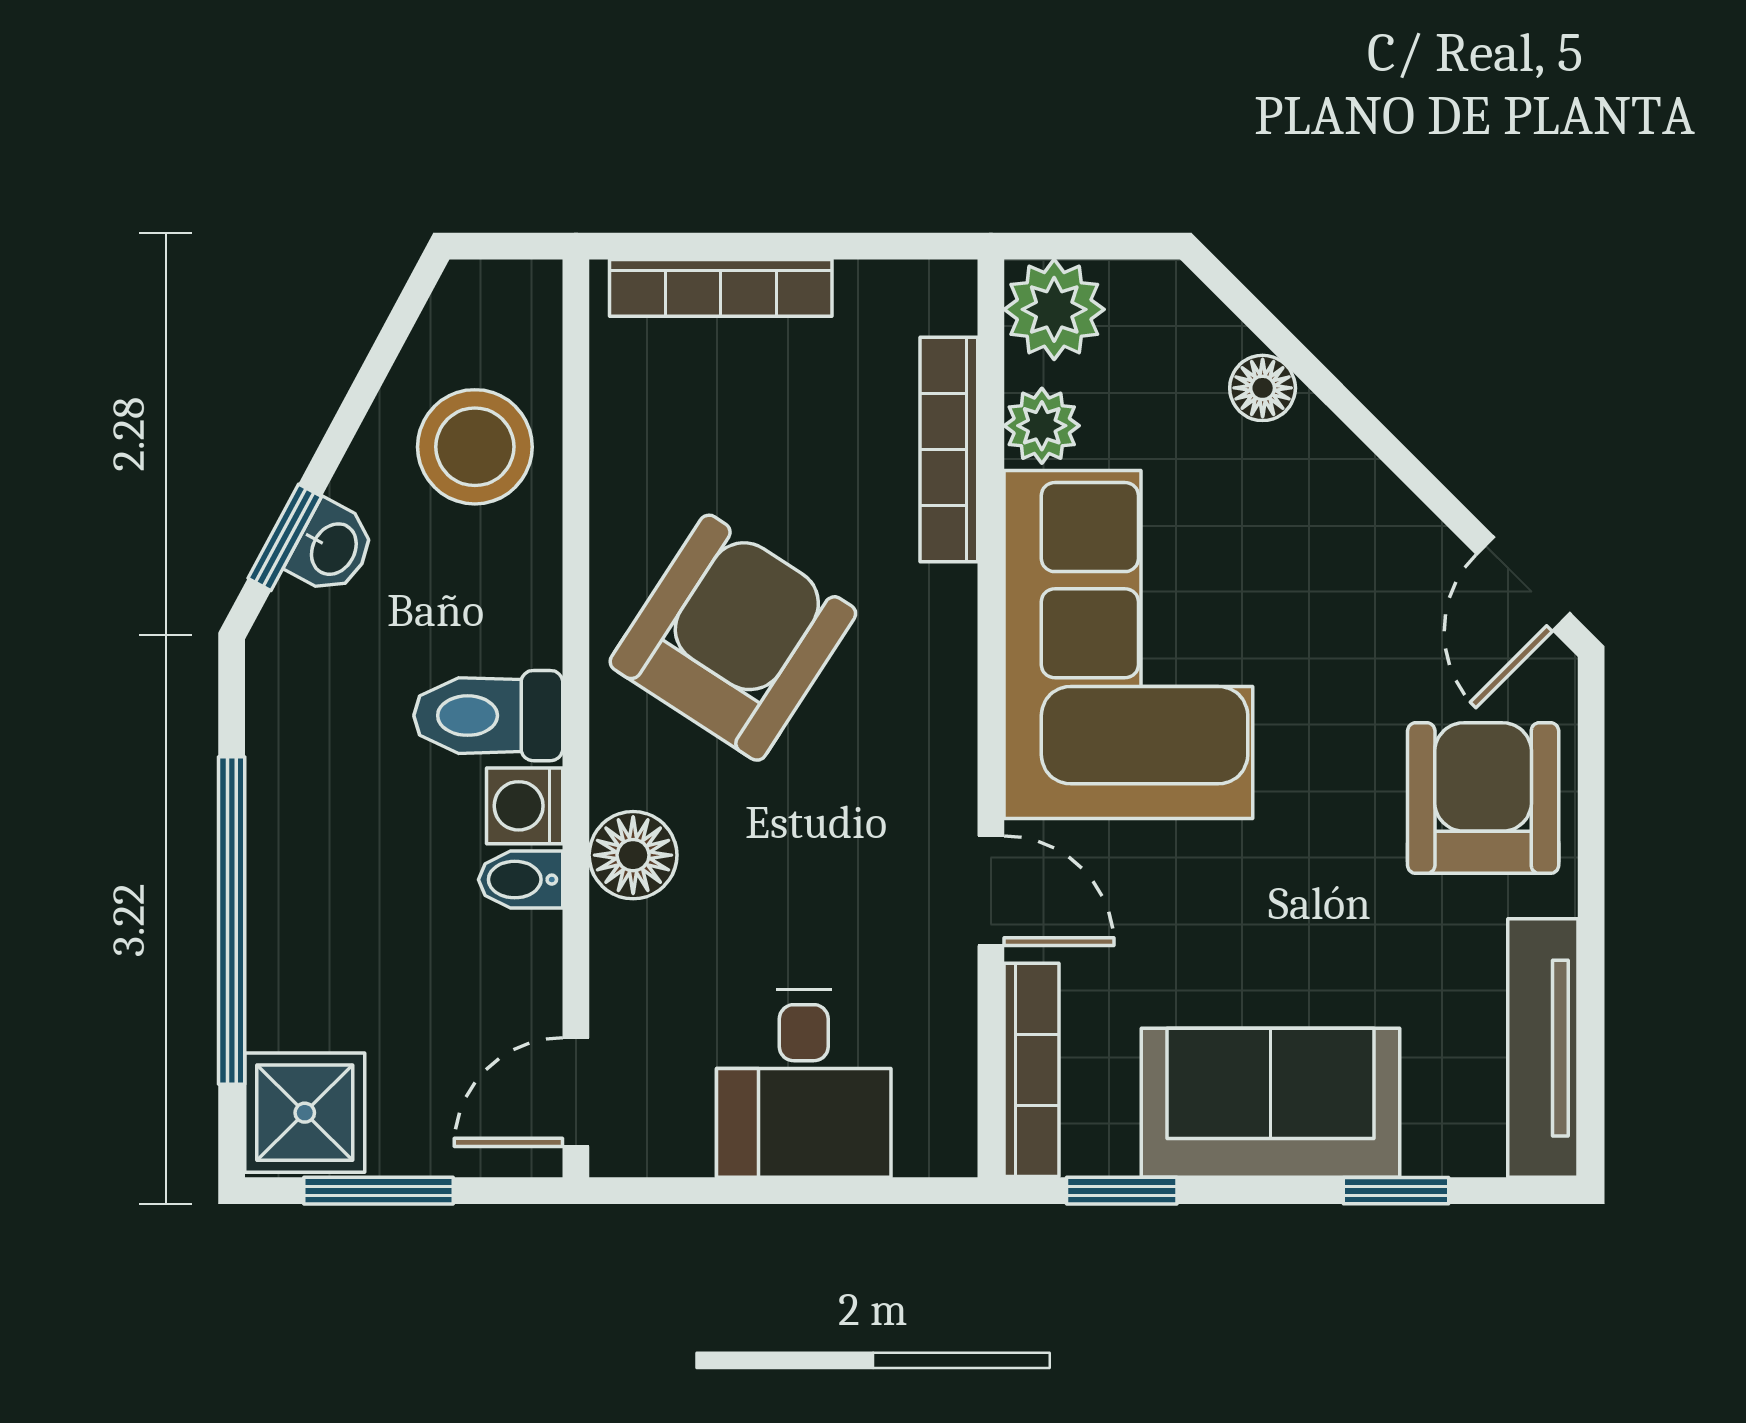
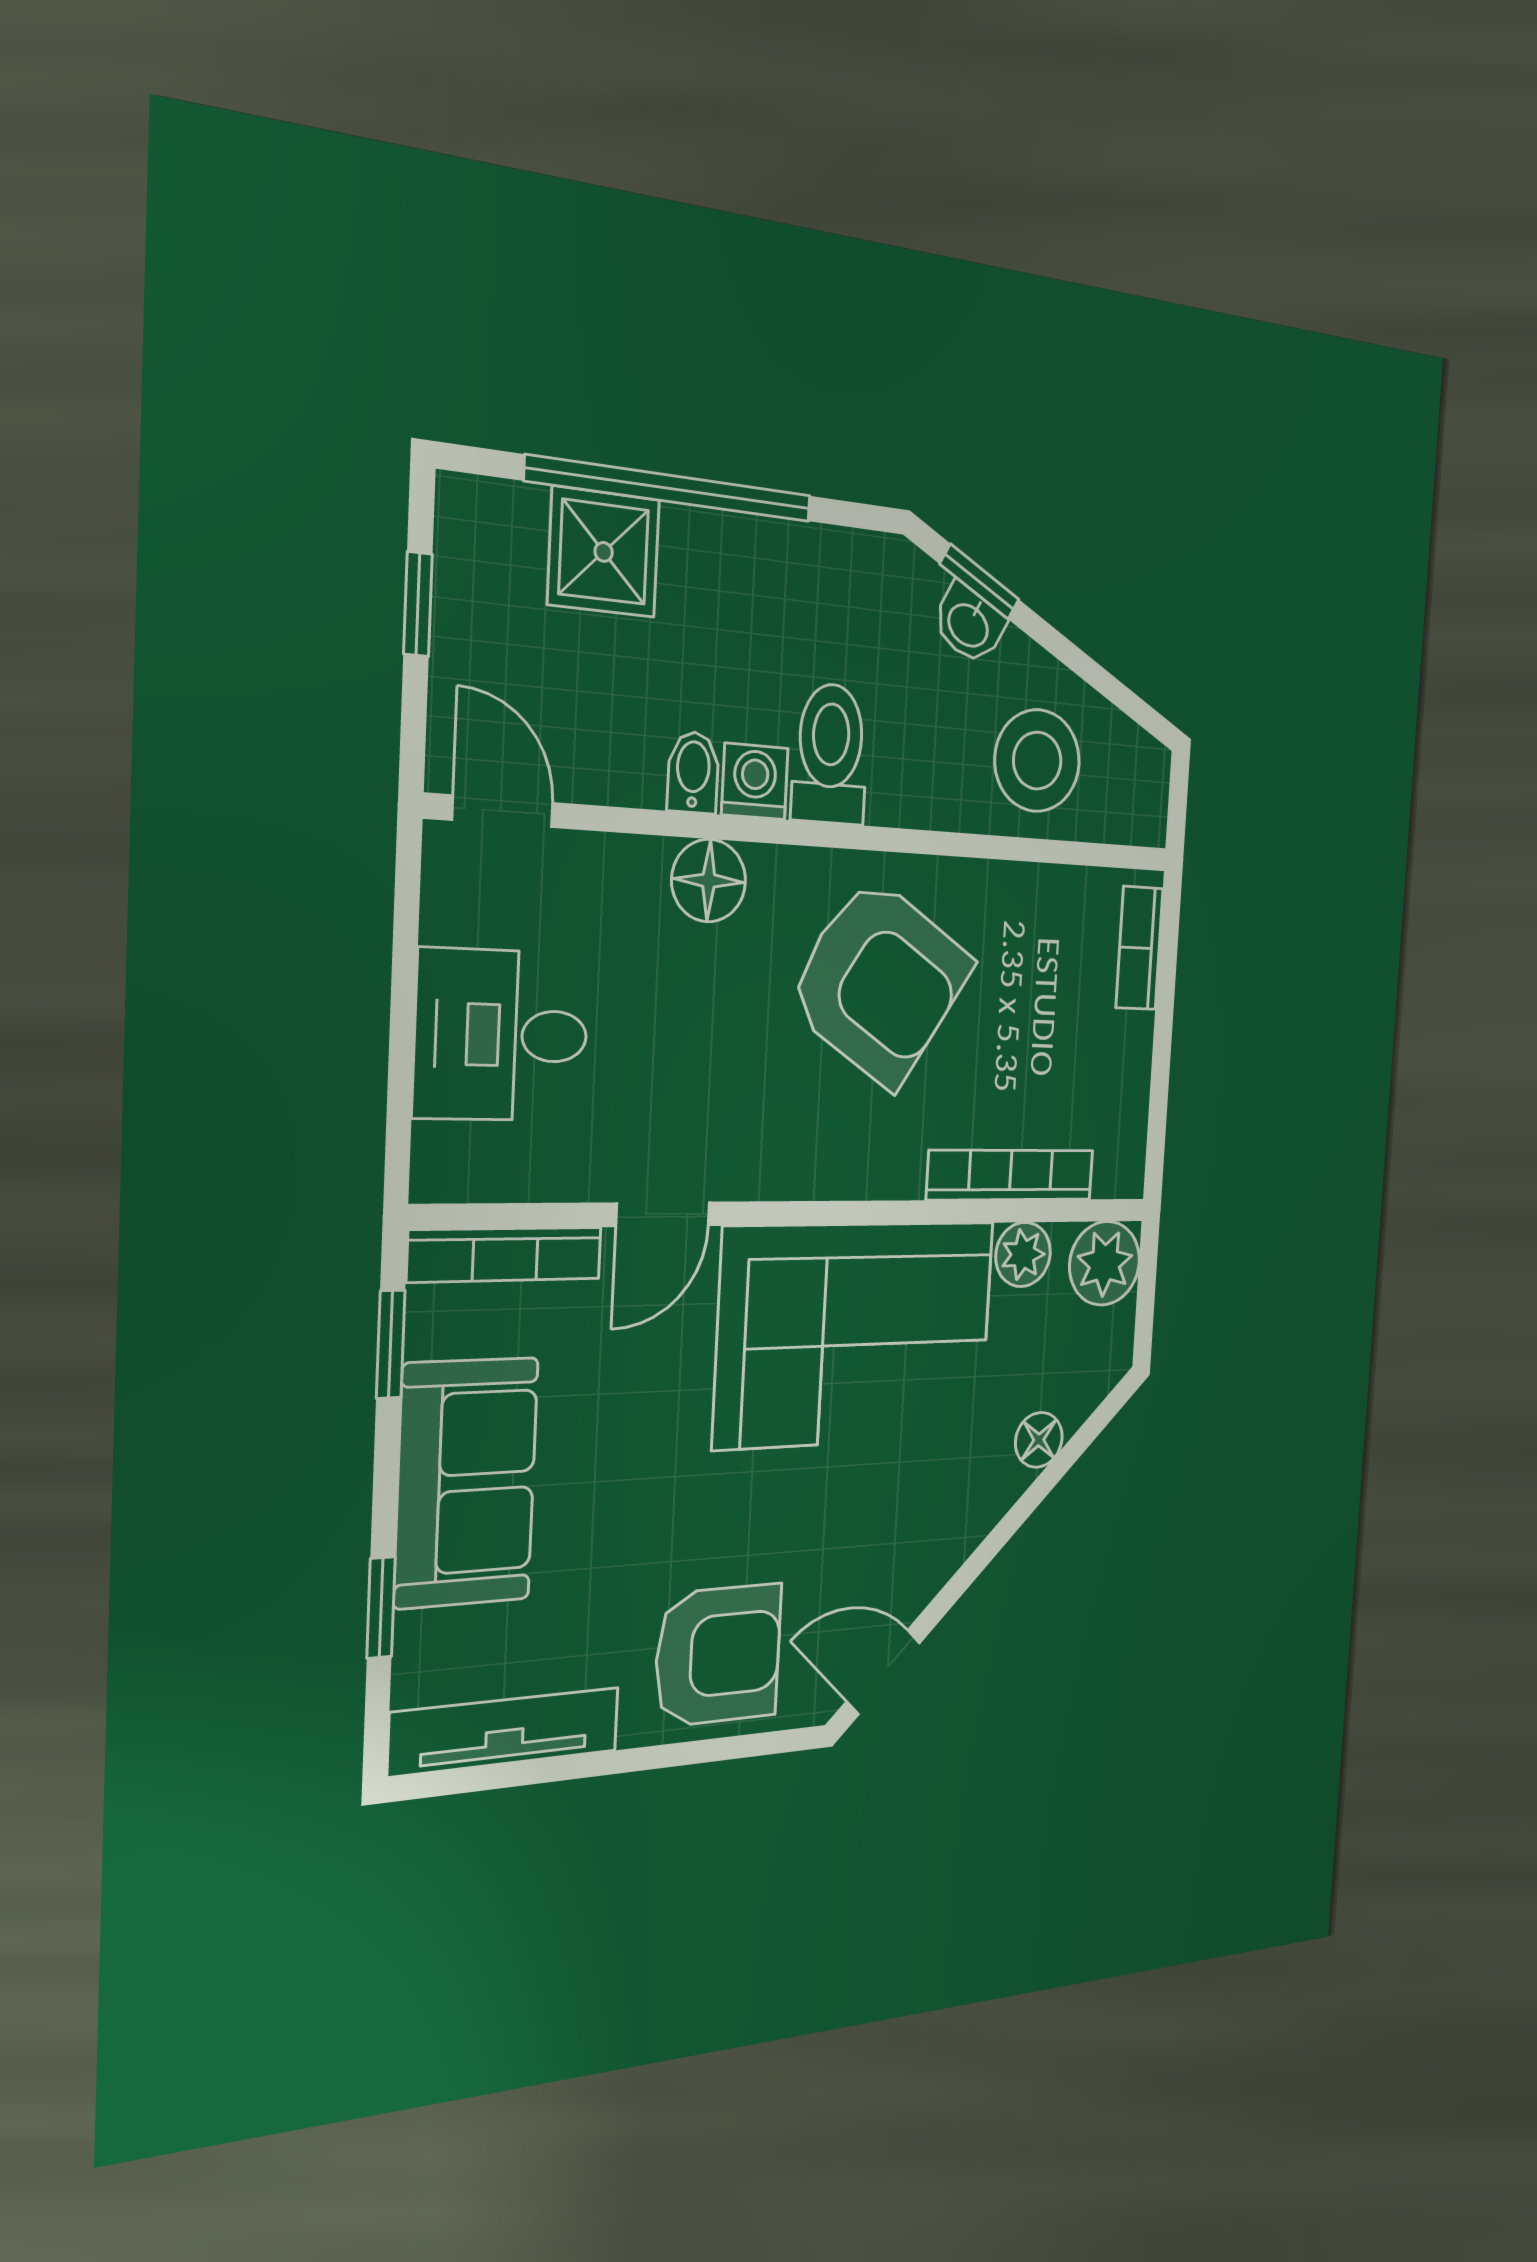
bookcase: (721, 288) -> (1139, 948), width x0.64
shower: (305, 1113) -> (604, 552), moved
window: (379, 1191) -> (418, 604), width x0.67

